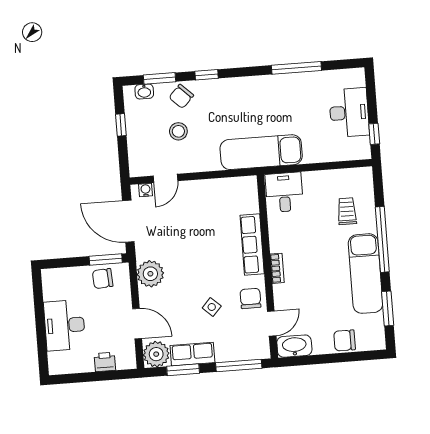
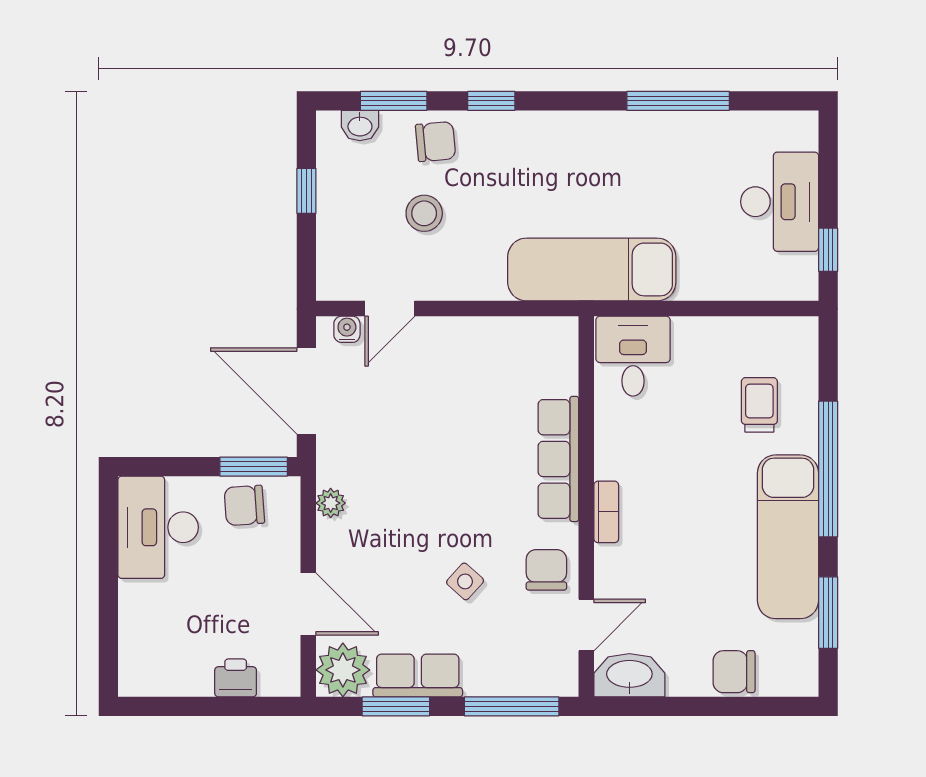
chair: (181, 96) -> (436, 142), turned -139
plant: (150, 274) -> (331, 503), width x0.53, depth x0.53
desk: (65, 325) -> (158, 527), moved

